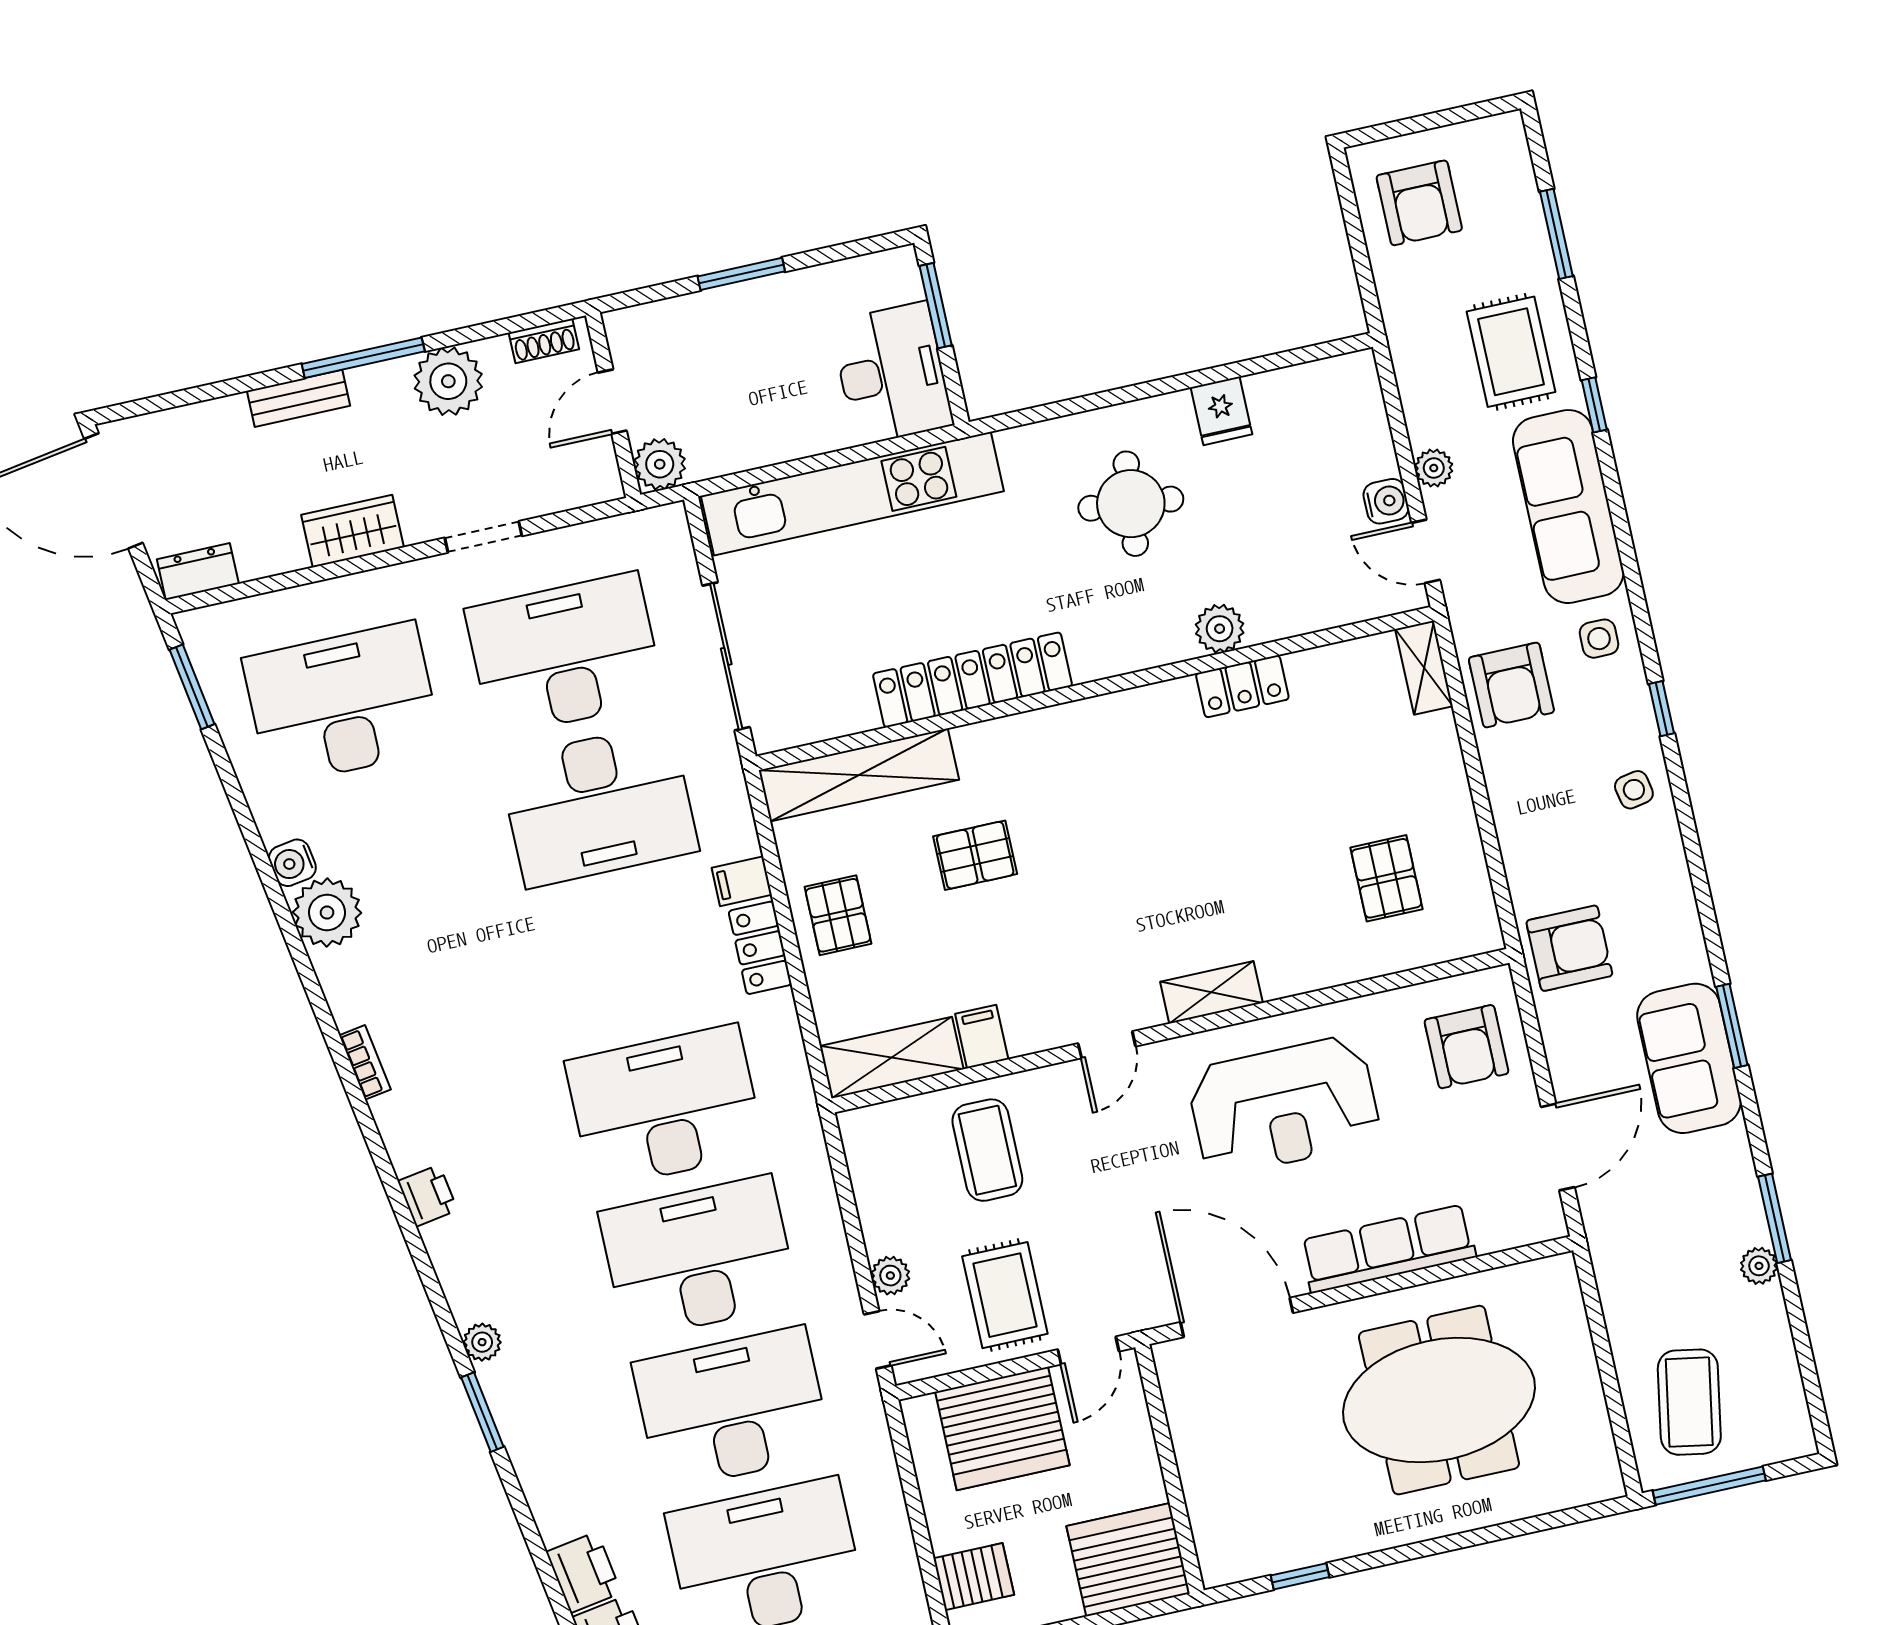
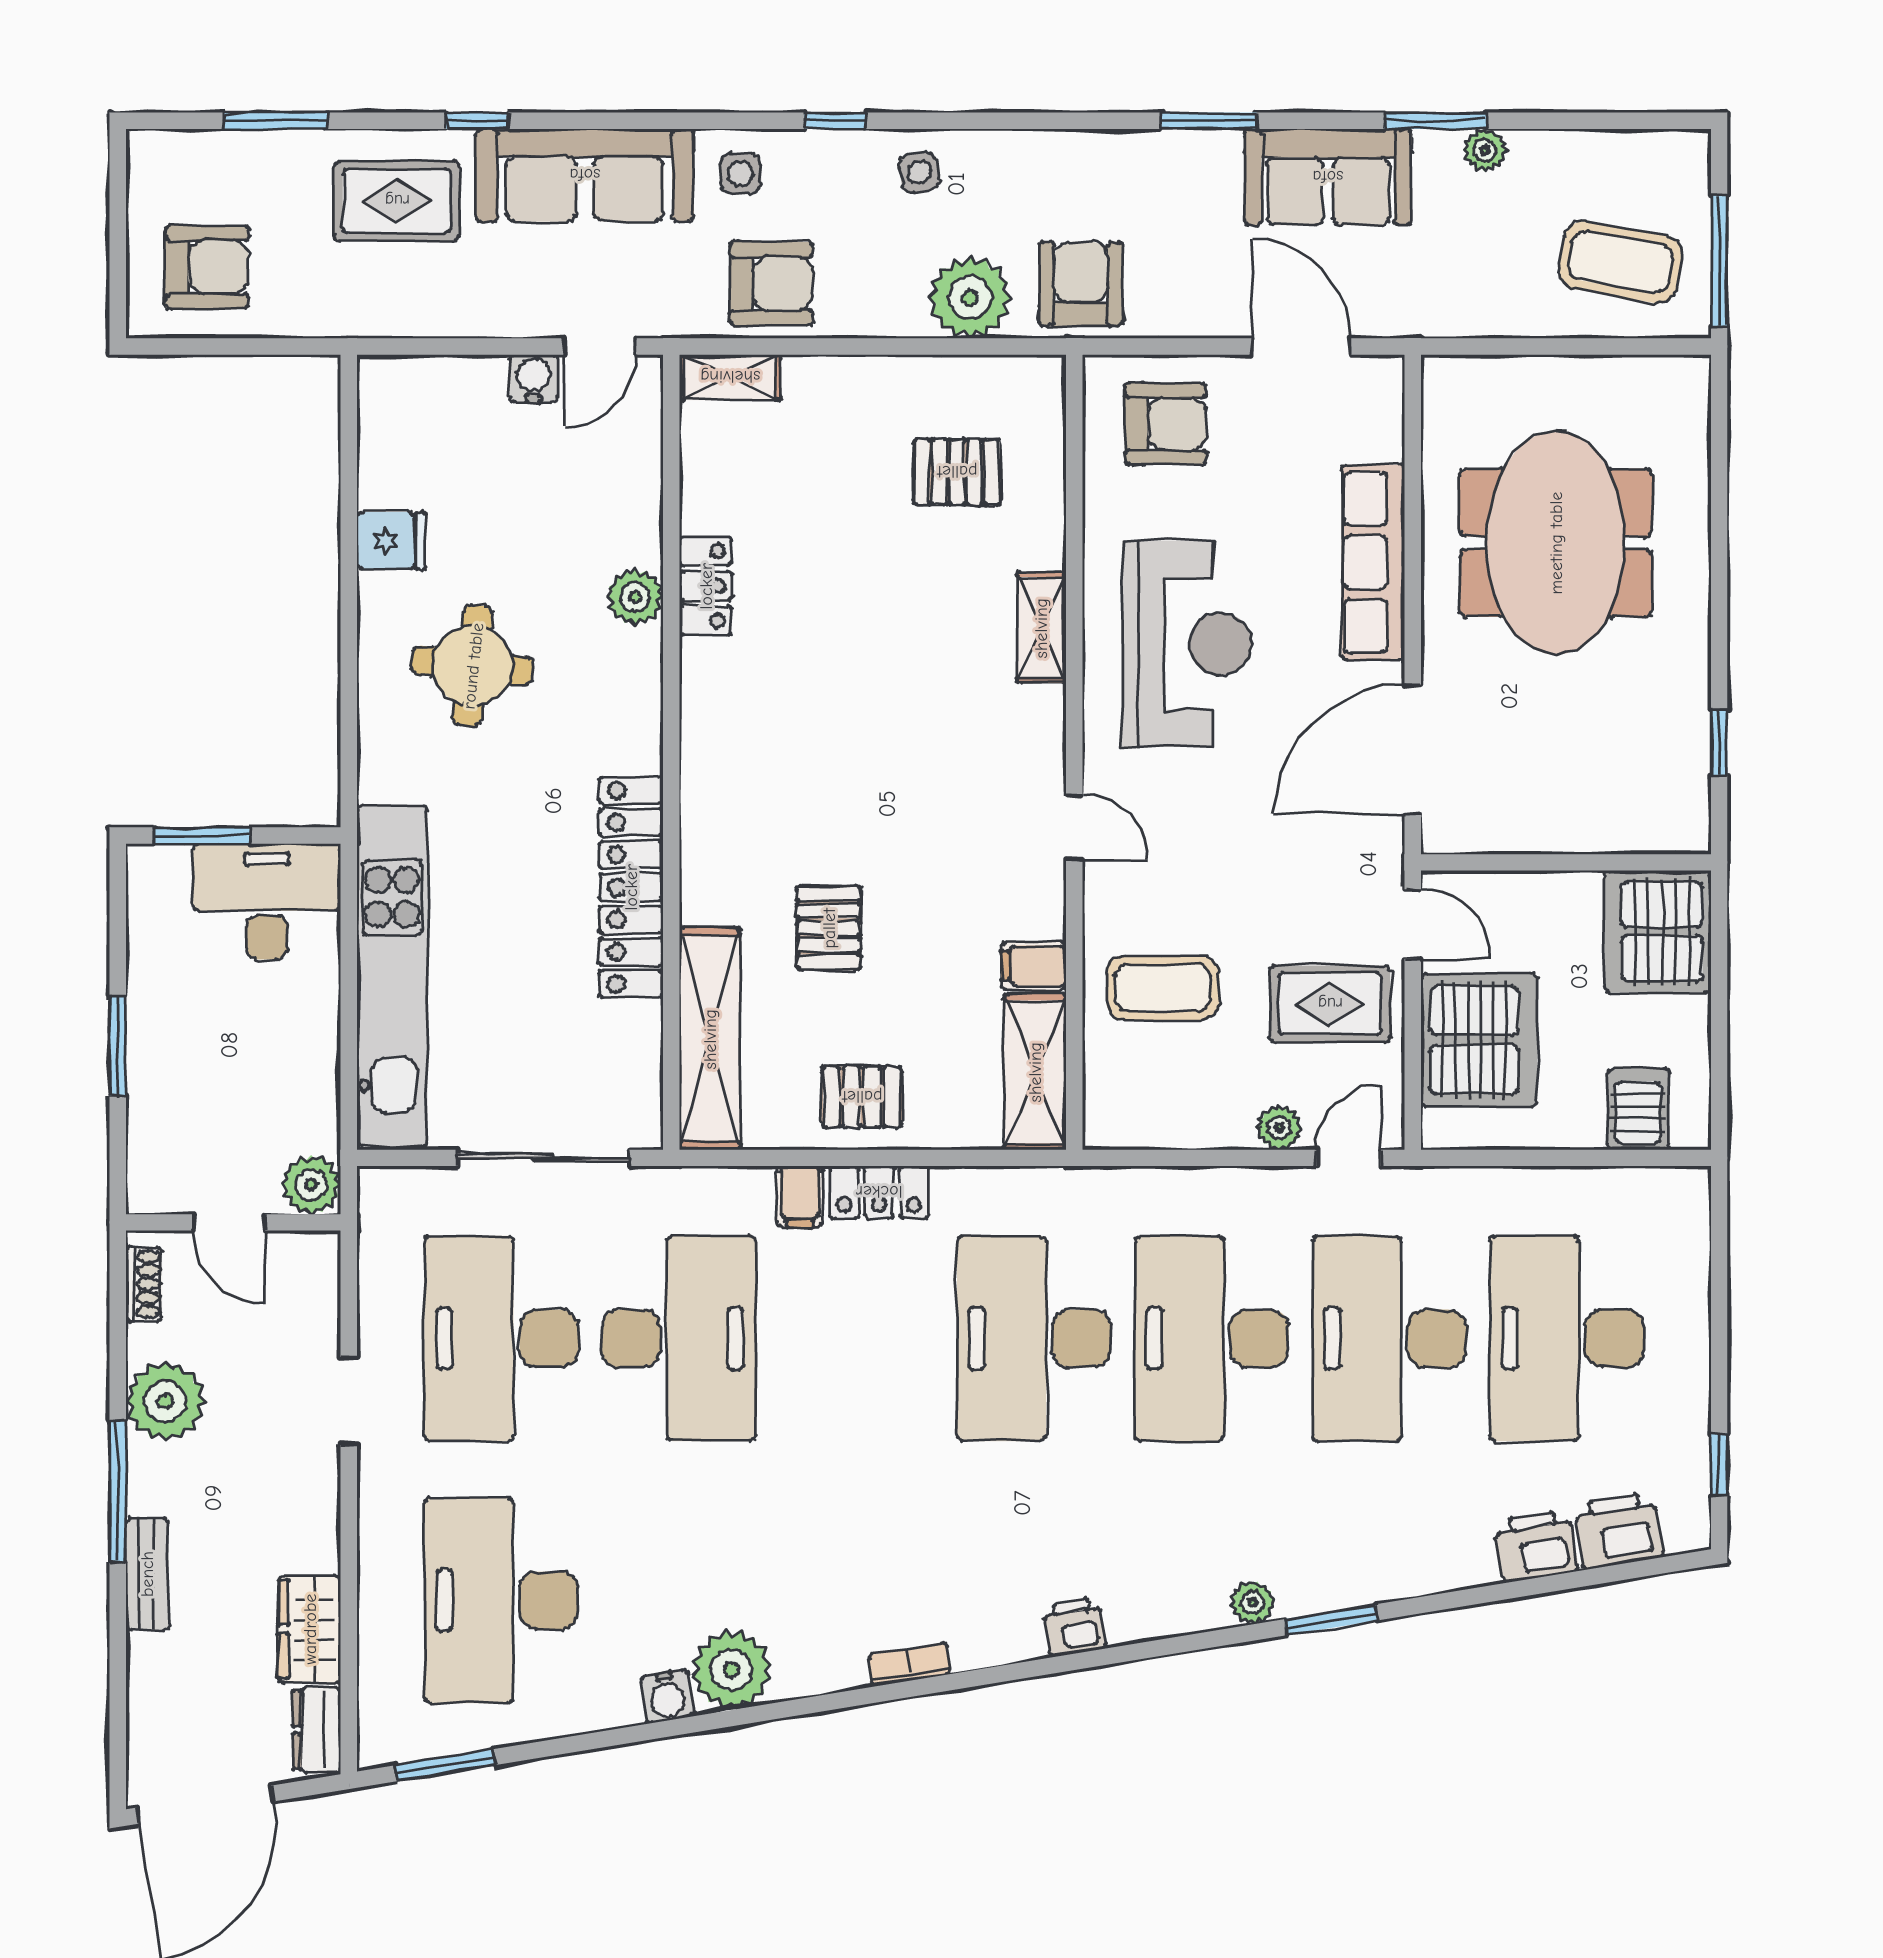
plant: (1434, 468) -> (970, 297), moved, width x1.88, depth x1.88
wardrobe: (353, 531) -> (310, 1629), moved
shelving: (1211, 992) -> (1041, 628), moved
sofa: (1689, 1058) -> (1328, 177), moved

